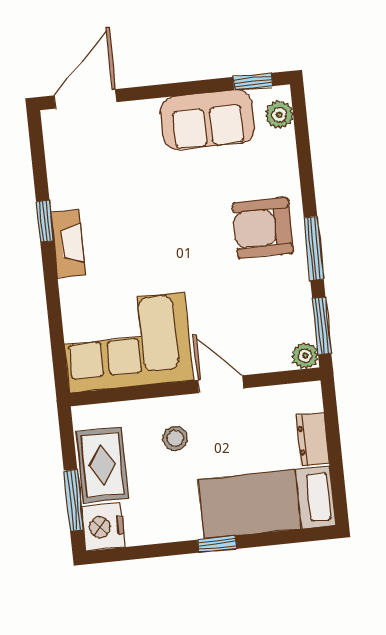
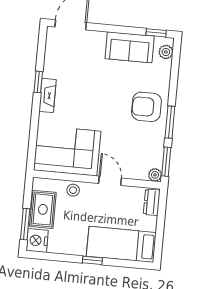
stool: (175, 438) -> (73, 190), moved
dresser: (312, 439) -> (152, 202), moved

